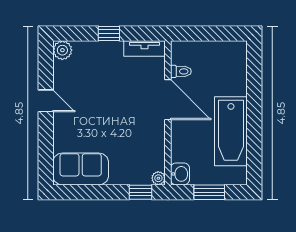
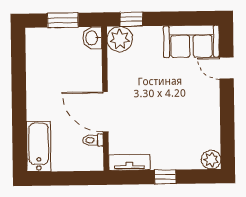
door: (46, 101) -> (226, 68), moved
bathtub: (231, 131) -> (39, 146), moved, width x0.73, depth x0.73
plant: (158, 178) -> (120, 39), width x1.88, depth x1.88

